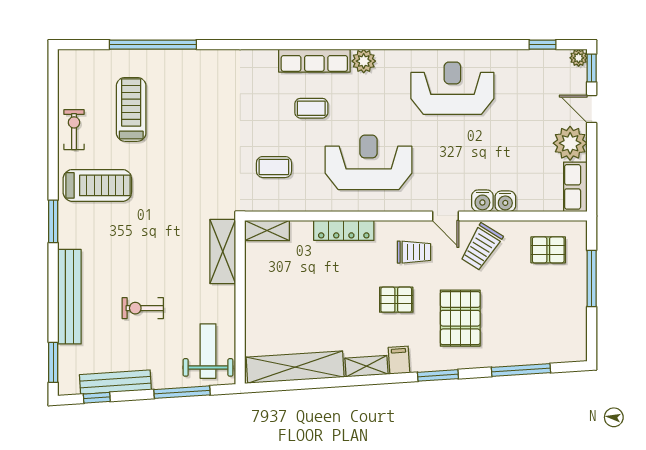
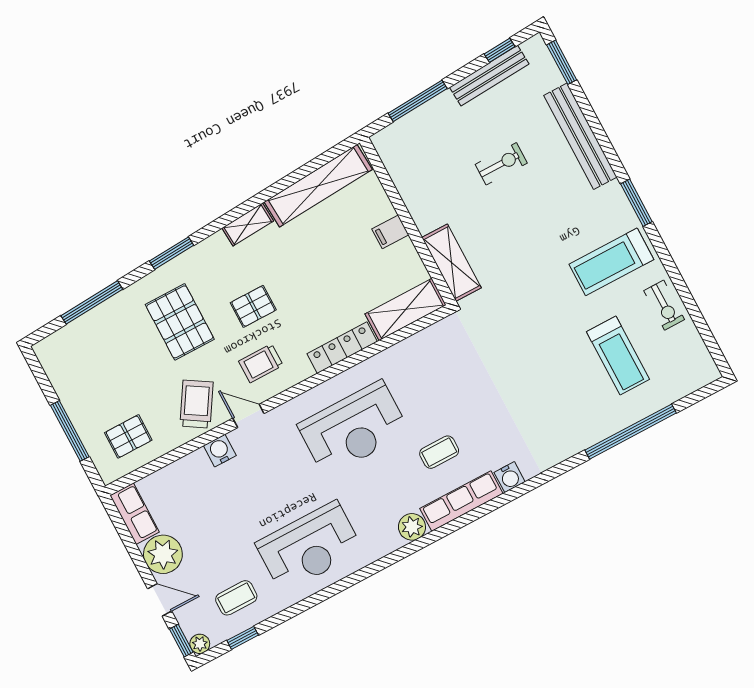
coffee table: (274, 167) -> (236, 598), moved
water cooler: (505, 201) -> (510, 477), moved, turned 180
shelving: (267, 231) -> (406, 309), width x1.50, depth x1.33
weight bench: (208, 351) -> (413, 156), removed
filing cabinet: (399, 360) -> (390, 232), moved, turned 94

